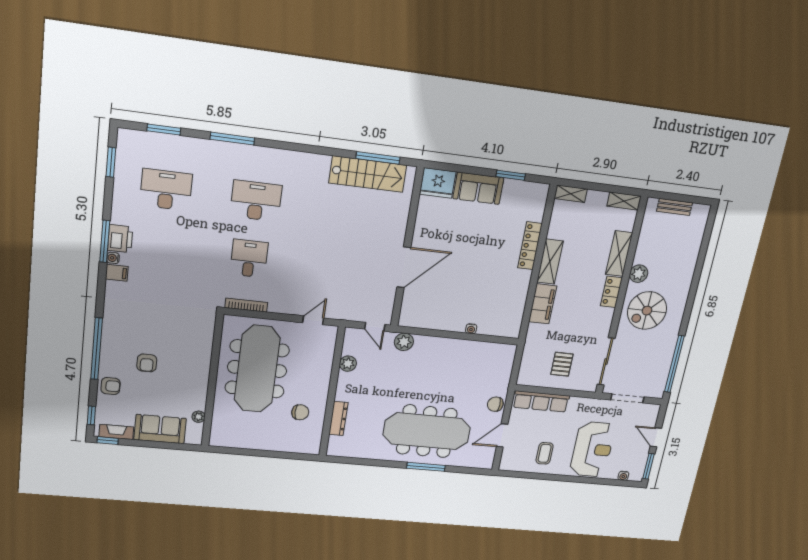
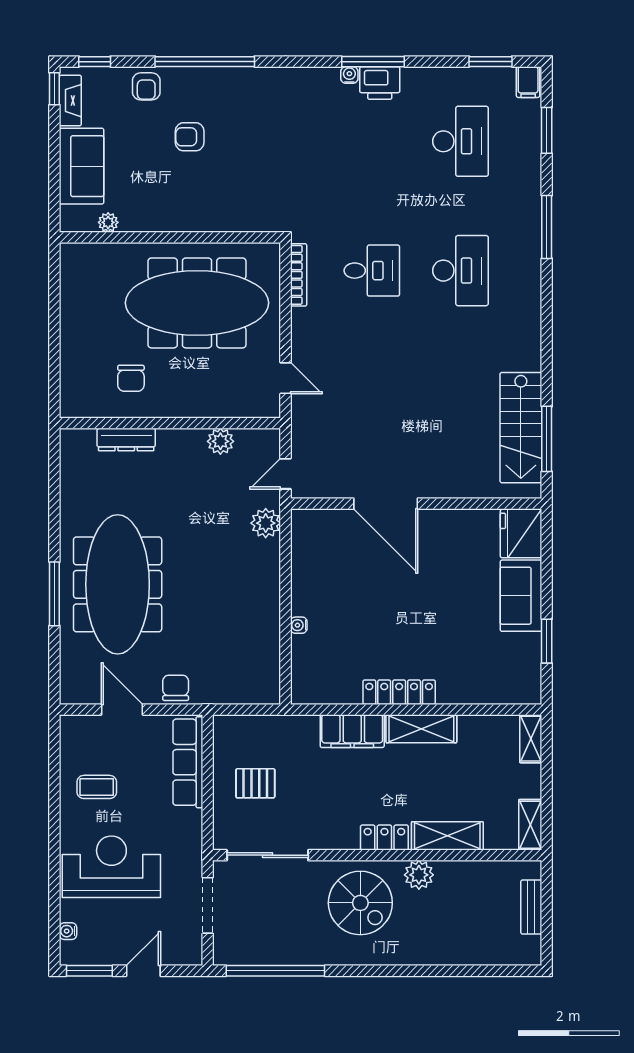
locker: (530, 246) -> (399, 692), moved
filing cabinet: (117, 273) -> (528, 82), moved
spiral stairs: (647, 311) -> (360, 903), turned 180
reception desk: (592, 449) -> (111, 867), turned 180

